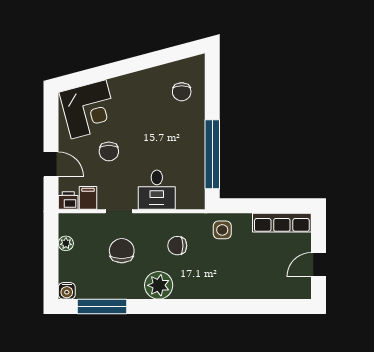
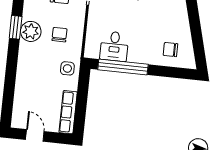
desk: (157, 190) -> (114, 46), moved, turned -90
plant: (159, 285) -> (31, 31), moved
window: (173, 307) -> (16, 27), added

